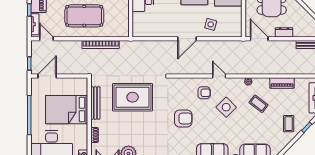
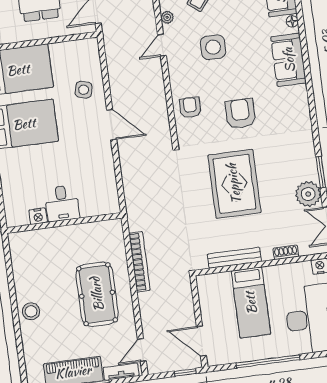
door: (219, 76) -> (162, 45), moved
armchair: (204, 93) -> (190, 108), moved
rug: (133, 97) -> (234, 184), moved
side table: (226, 107) -> (213, 47), turned 45
bed: (67, 110) -> (251, 303), width x0.67

